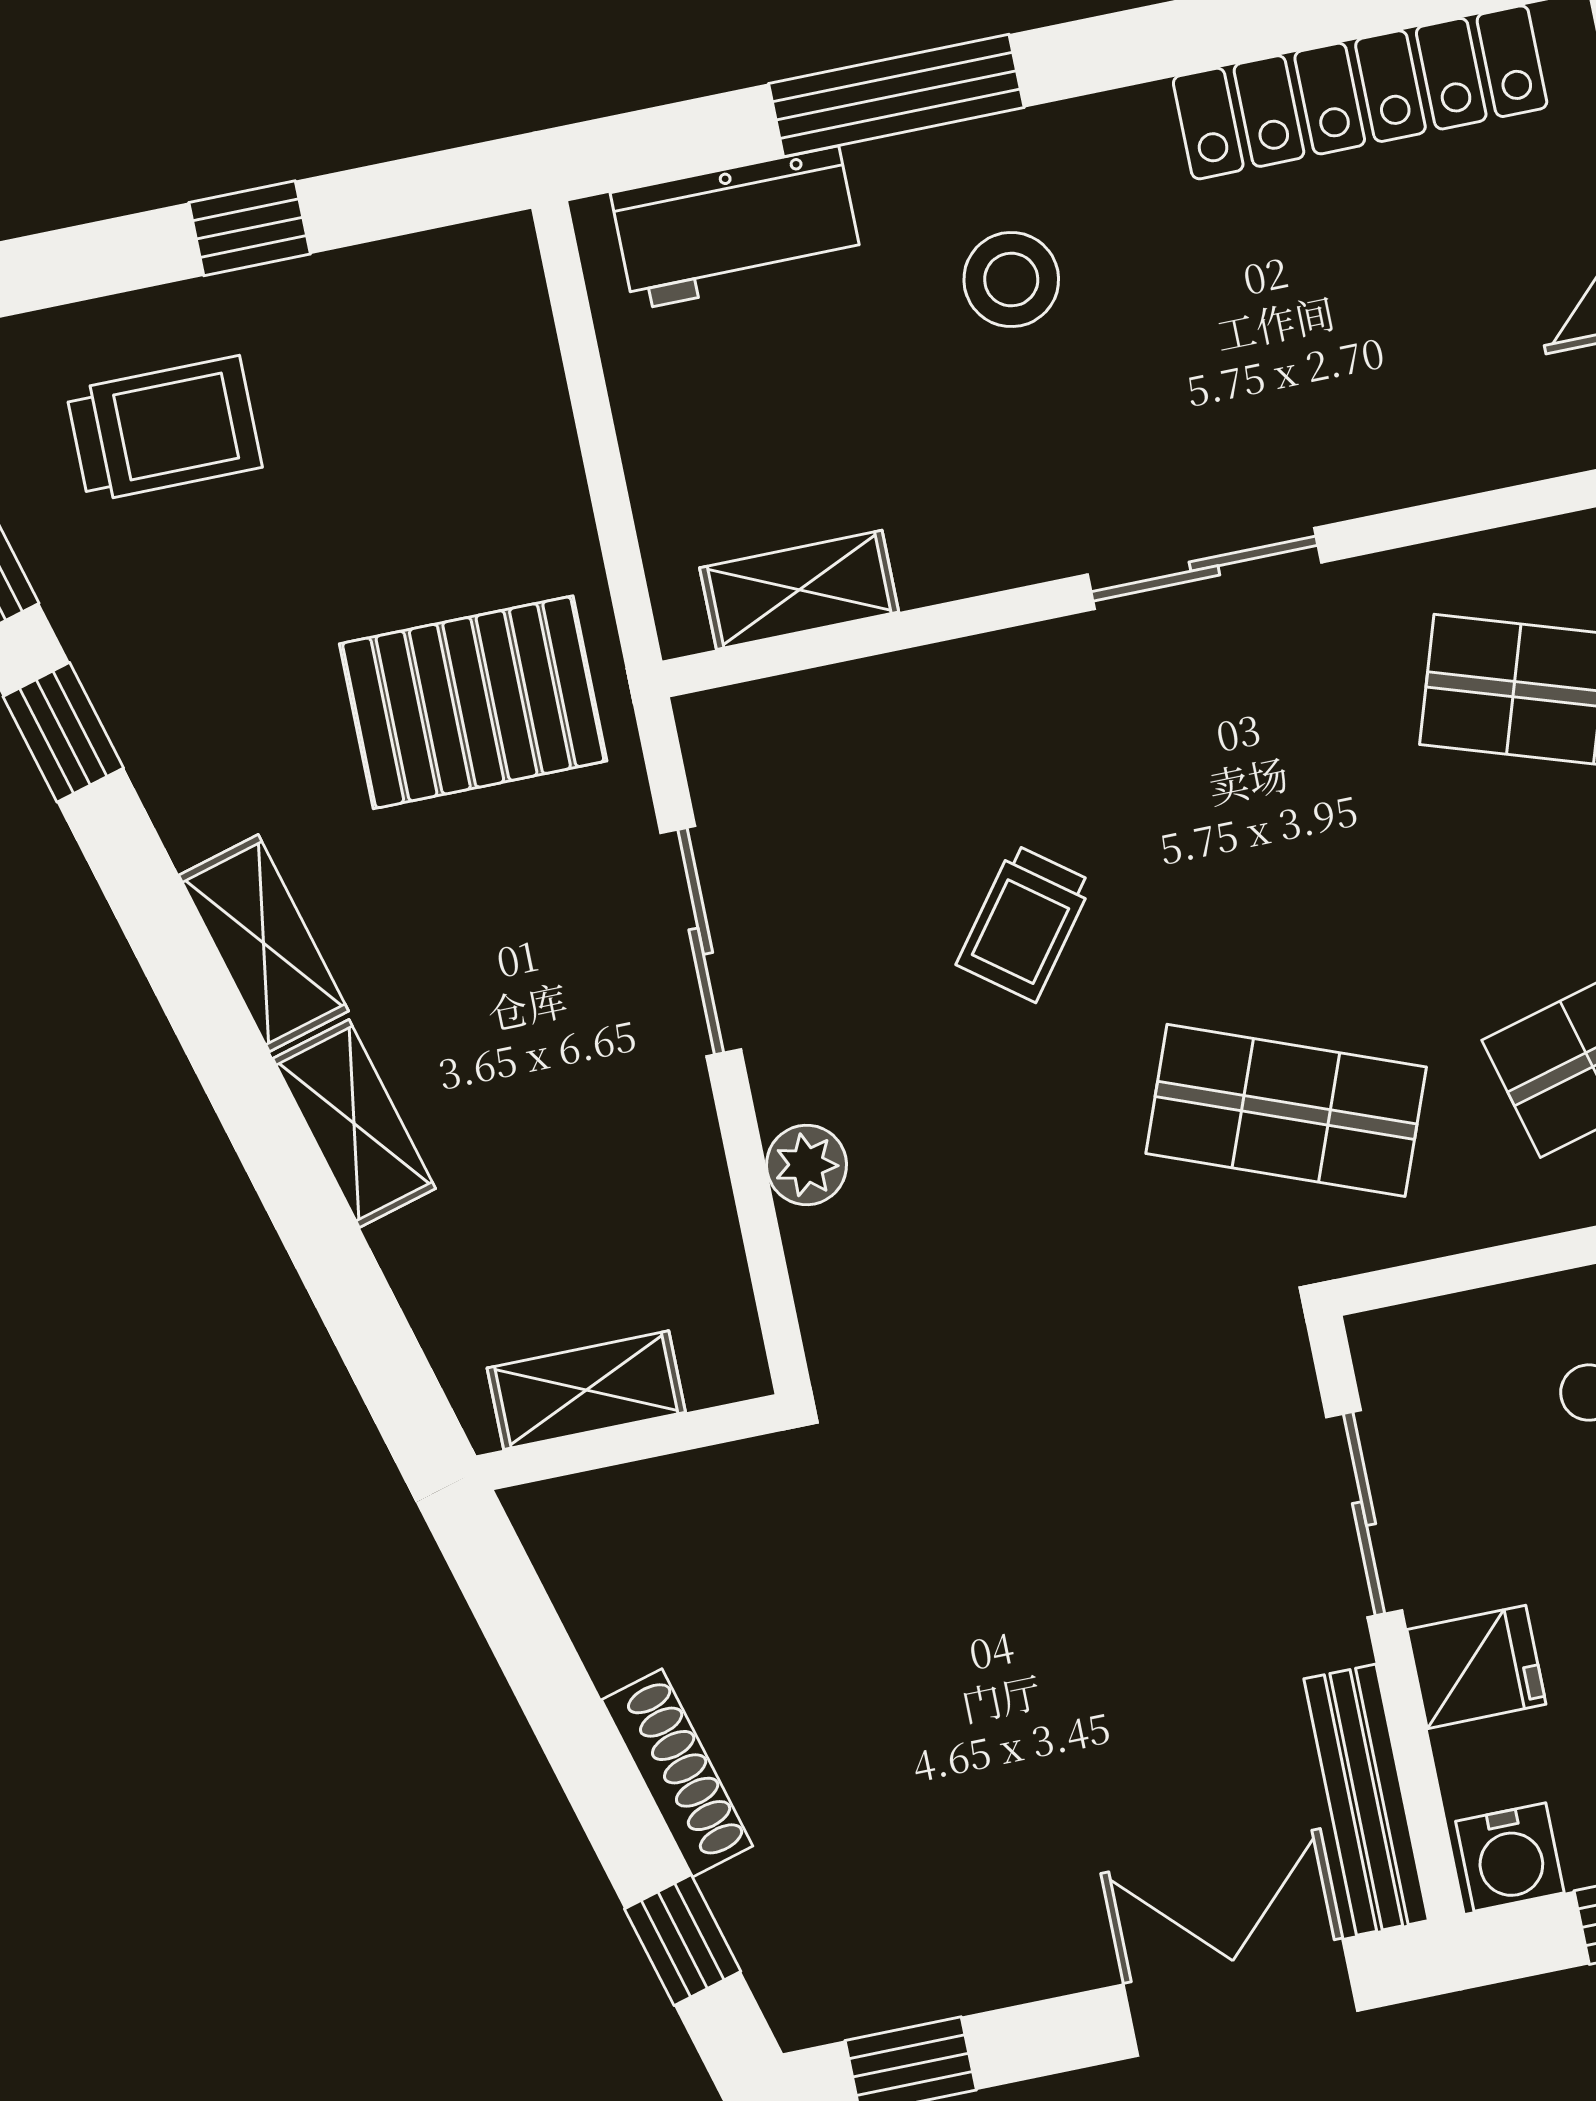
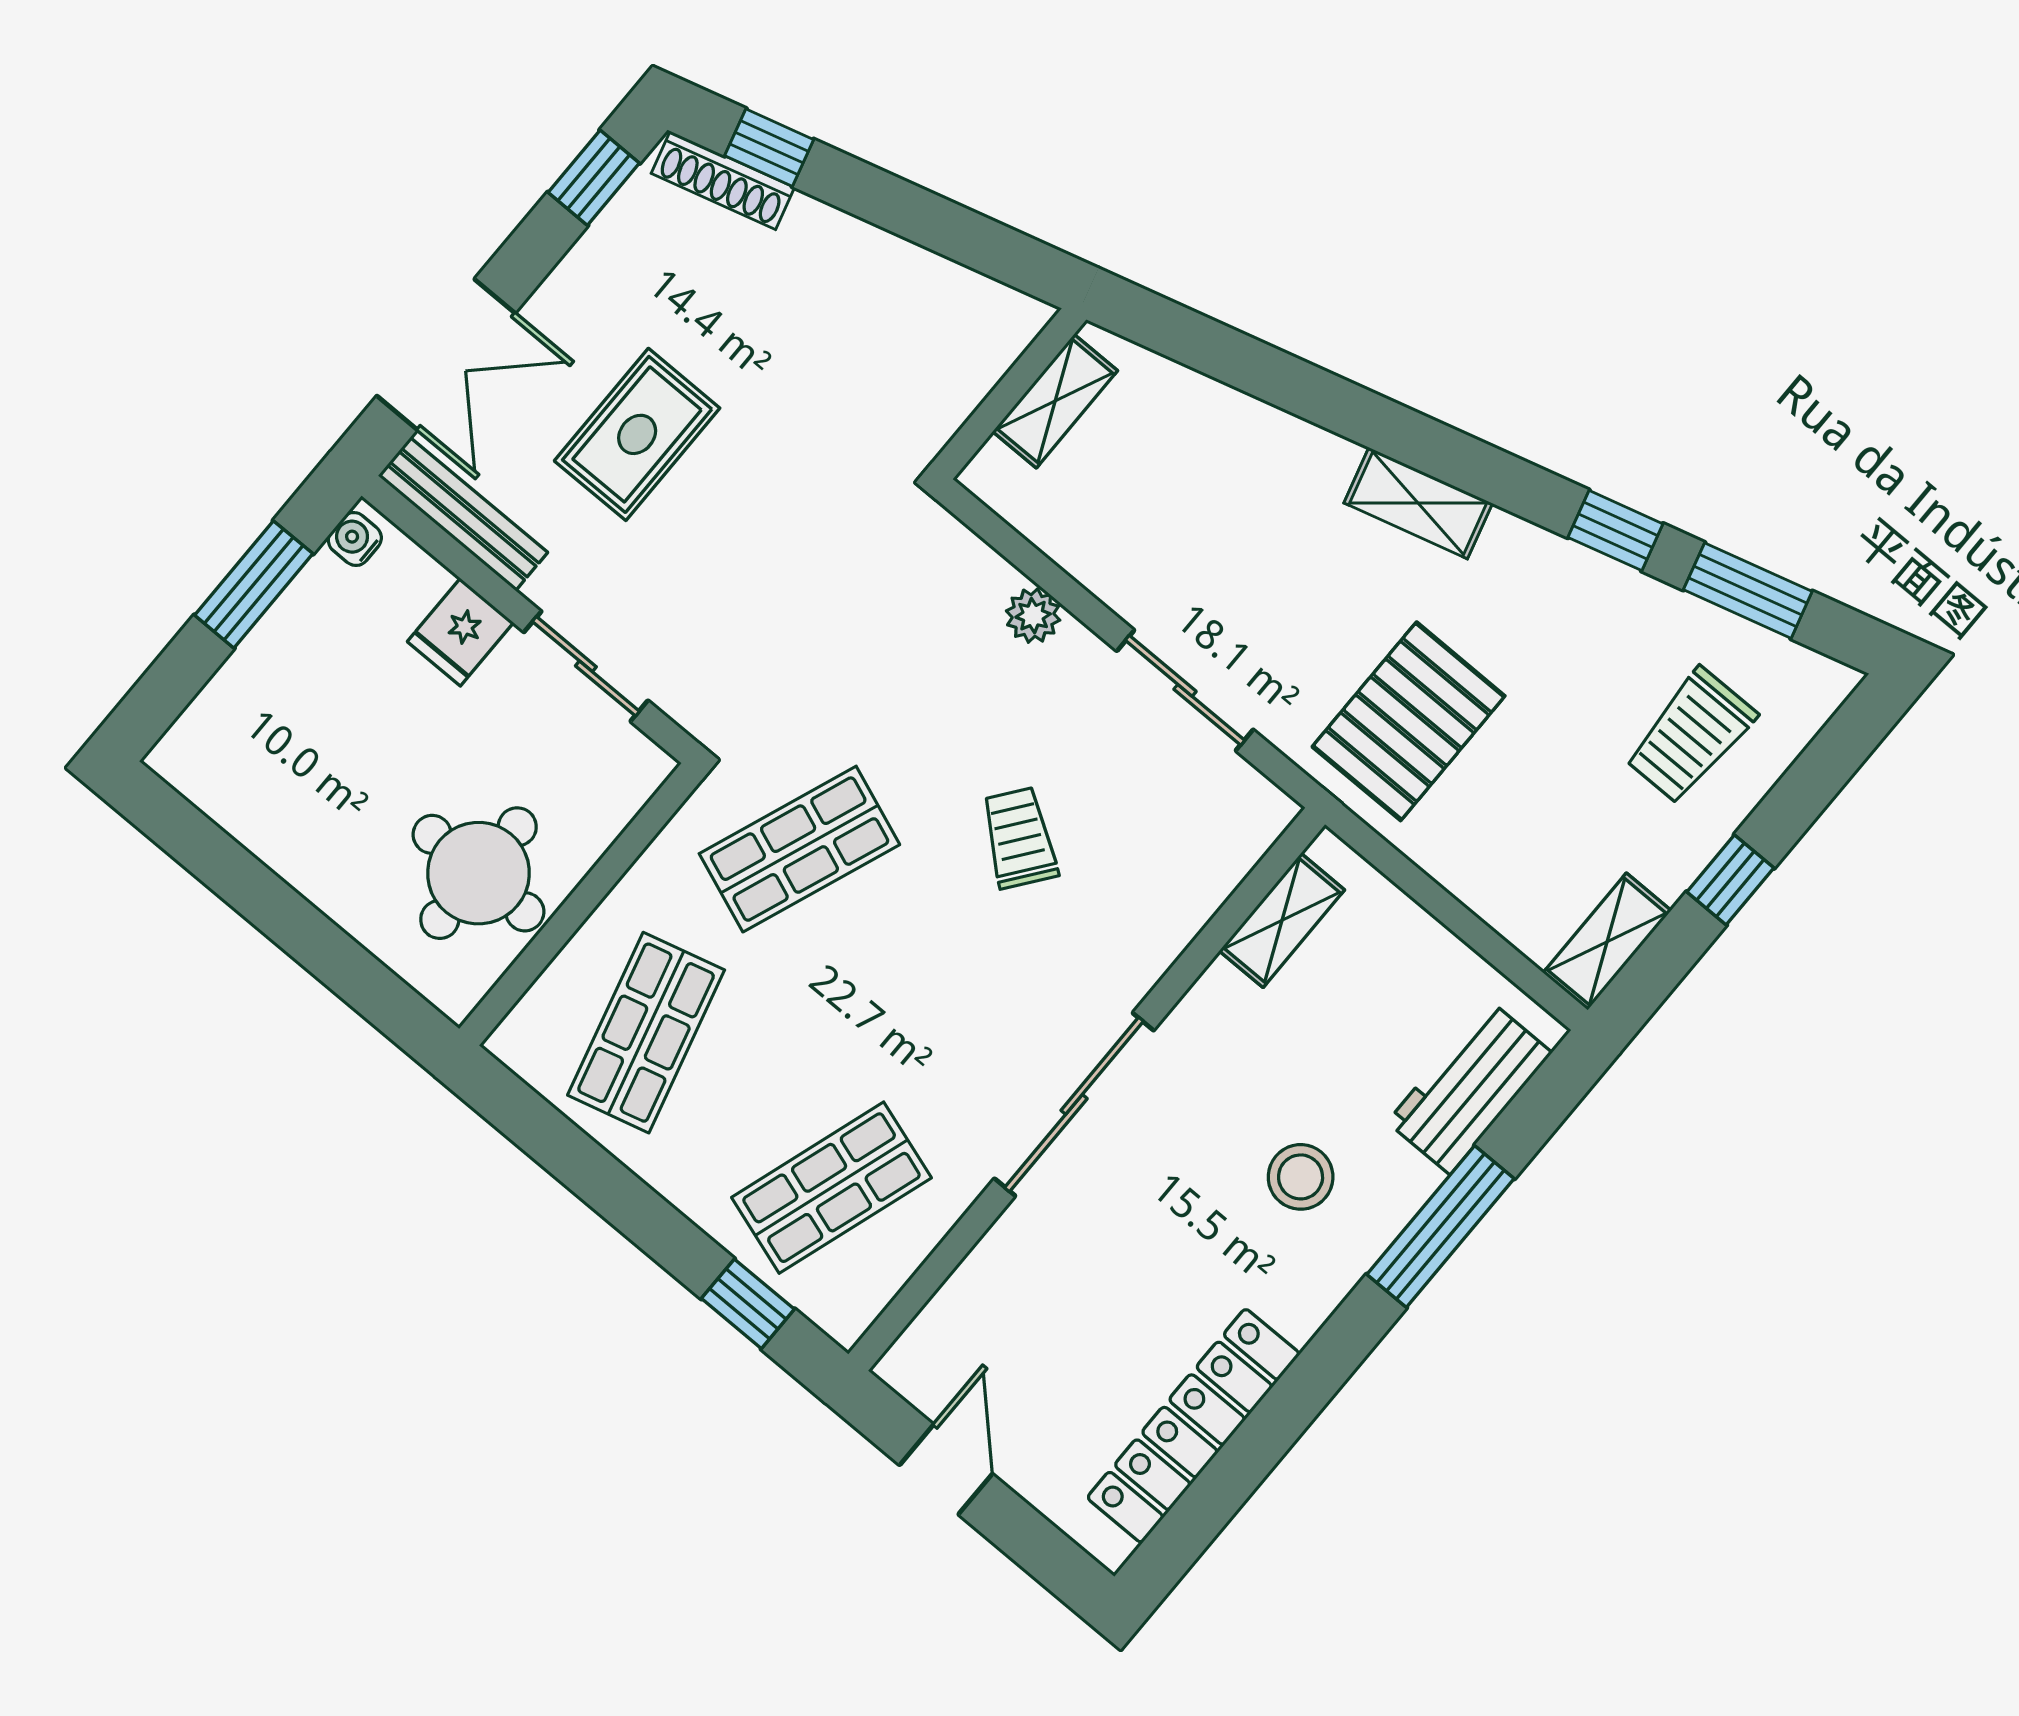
sliding door: (1204, 569) -> (1074, 1104), width x1.37
shelving: (354, 1124) -> (1607, 942), moved, turned -74
rug: (1095, 1732) -> (637, 434), added
shoe rack: (677, 1773) -> (723, 180), moved
water cooler: (1510, 1857) -> (355, 539), width x0.72, depth x0.72

